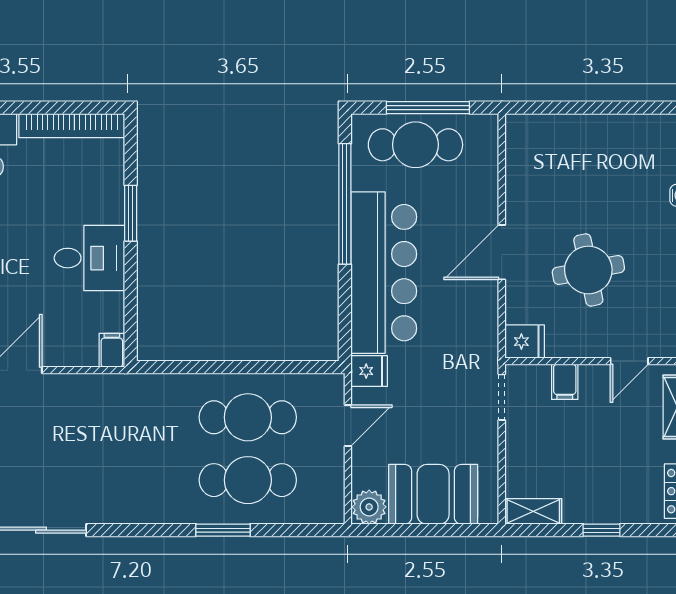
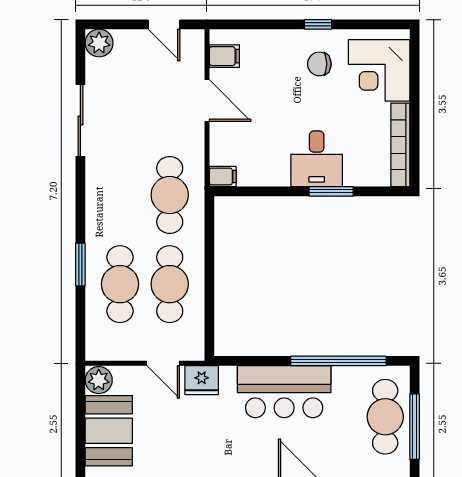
desk: (89, 258) -> (317, 159), moved
bar counter: (384, 273) -> (284, 392), width x0.73
fridge: (369, 371) -> (202, 380), width x1.38
cafe table: (135, 417) -> (170, 195), added

